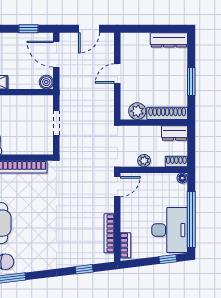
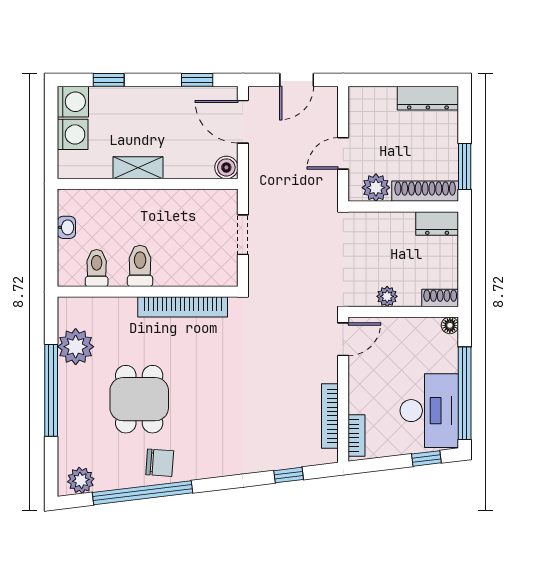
plant: (137, 111) -> (376, 188), moved
shoe rack: (167, 113) -> (425, 191), moved
wall: (154, 123) -> (403, 206), moved
dresser: (174, 133) -> (437, 223), moved

